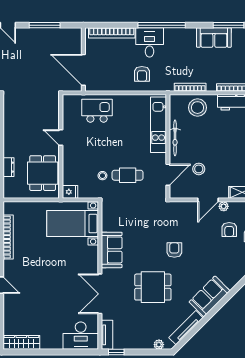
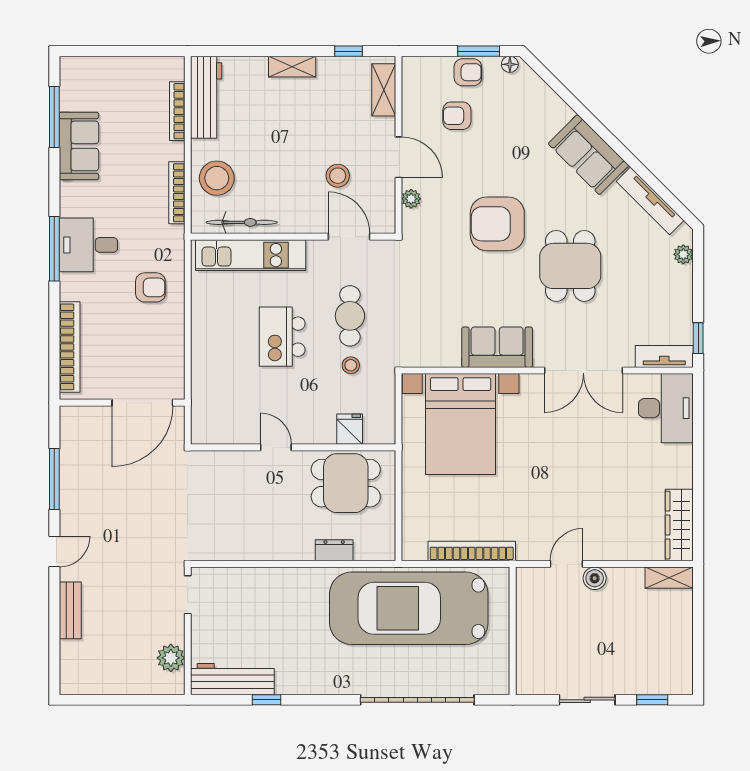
window: (162, 25) -> (54, 249), width x0.68
desk: (150, 42) -> (88, 245), moved
kitchen island: (97, 111) -> (282, 337), moved
door: (61, 138) -> (276, 447), swing flipped
bicycle: (175, 138) -> (242, 222), moved
fridge: (70, 192) -> (350, 429), moved
plant: (224, 206) -> (411, 199), moved
bed with nightstands: (73, 224) -> (461, 424), width x1.36
armchair: (229, 229) -> (457, 116), turned 180
armchair: (174, 250) -> (497, 224), width x1.88, depth x1.88

